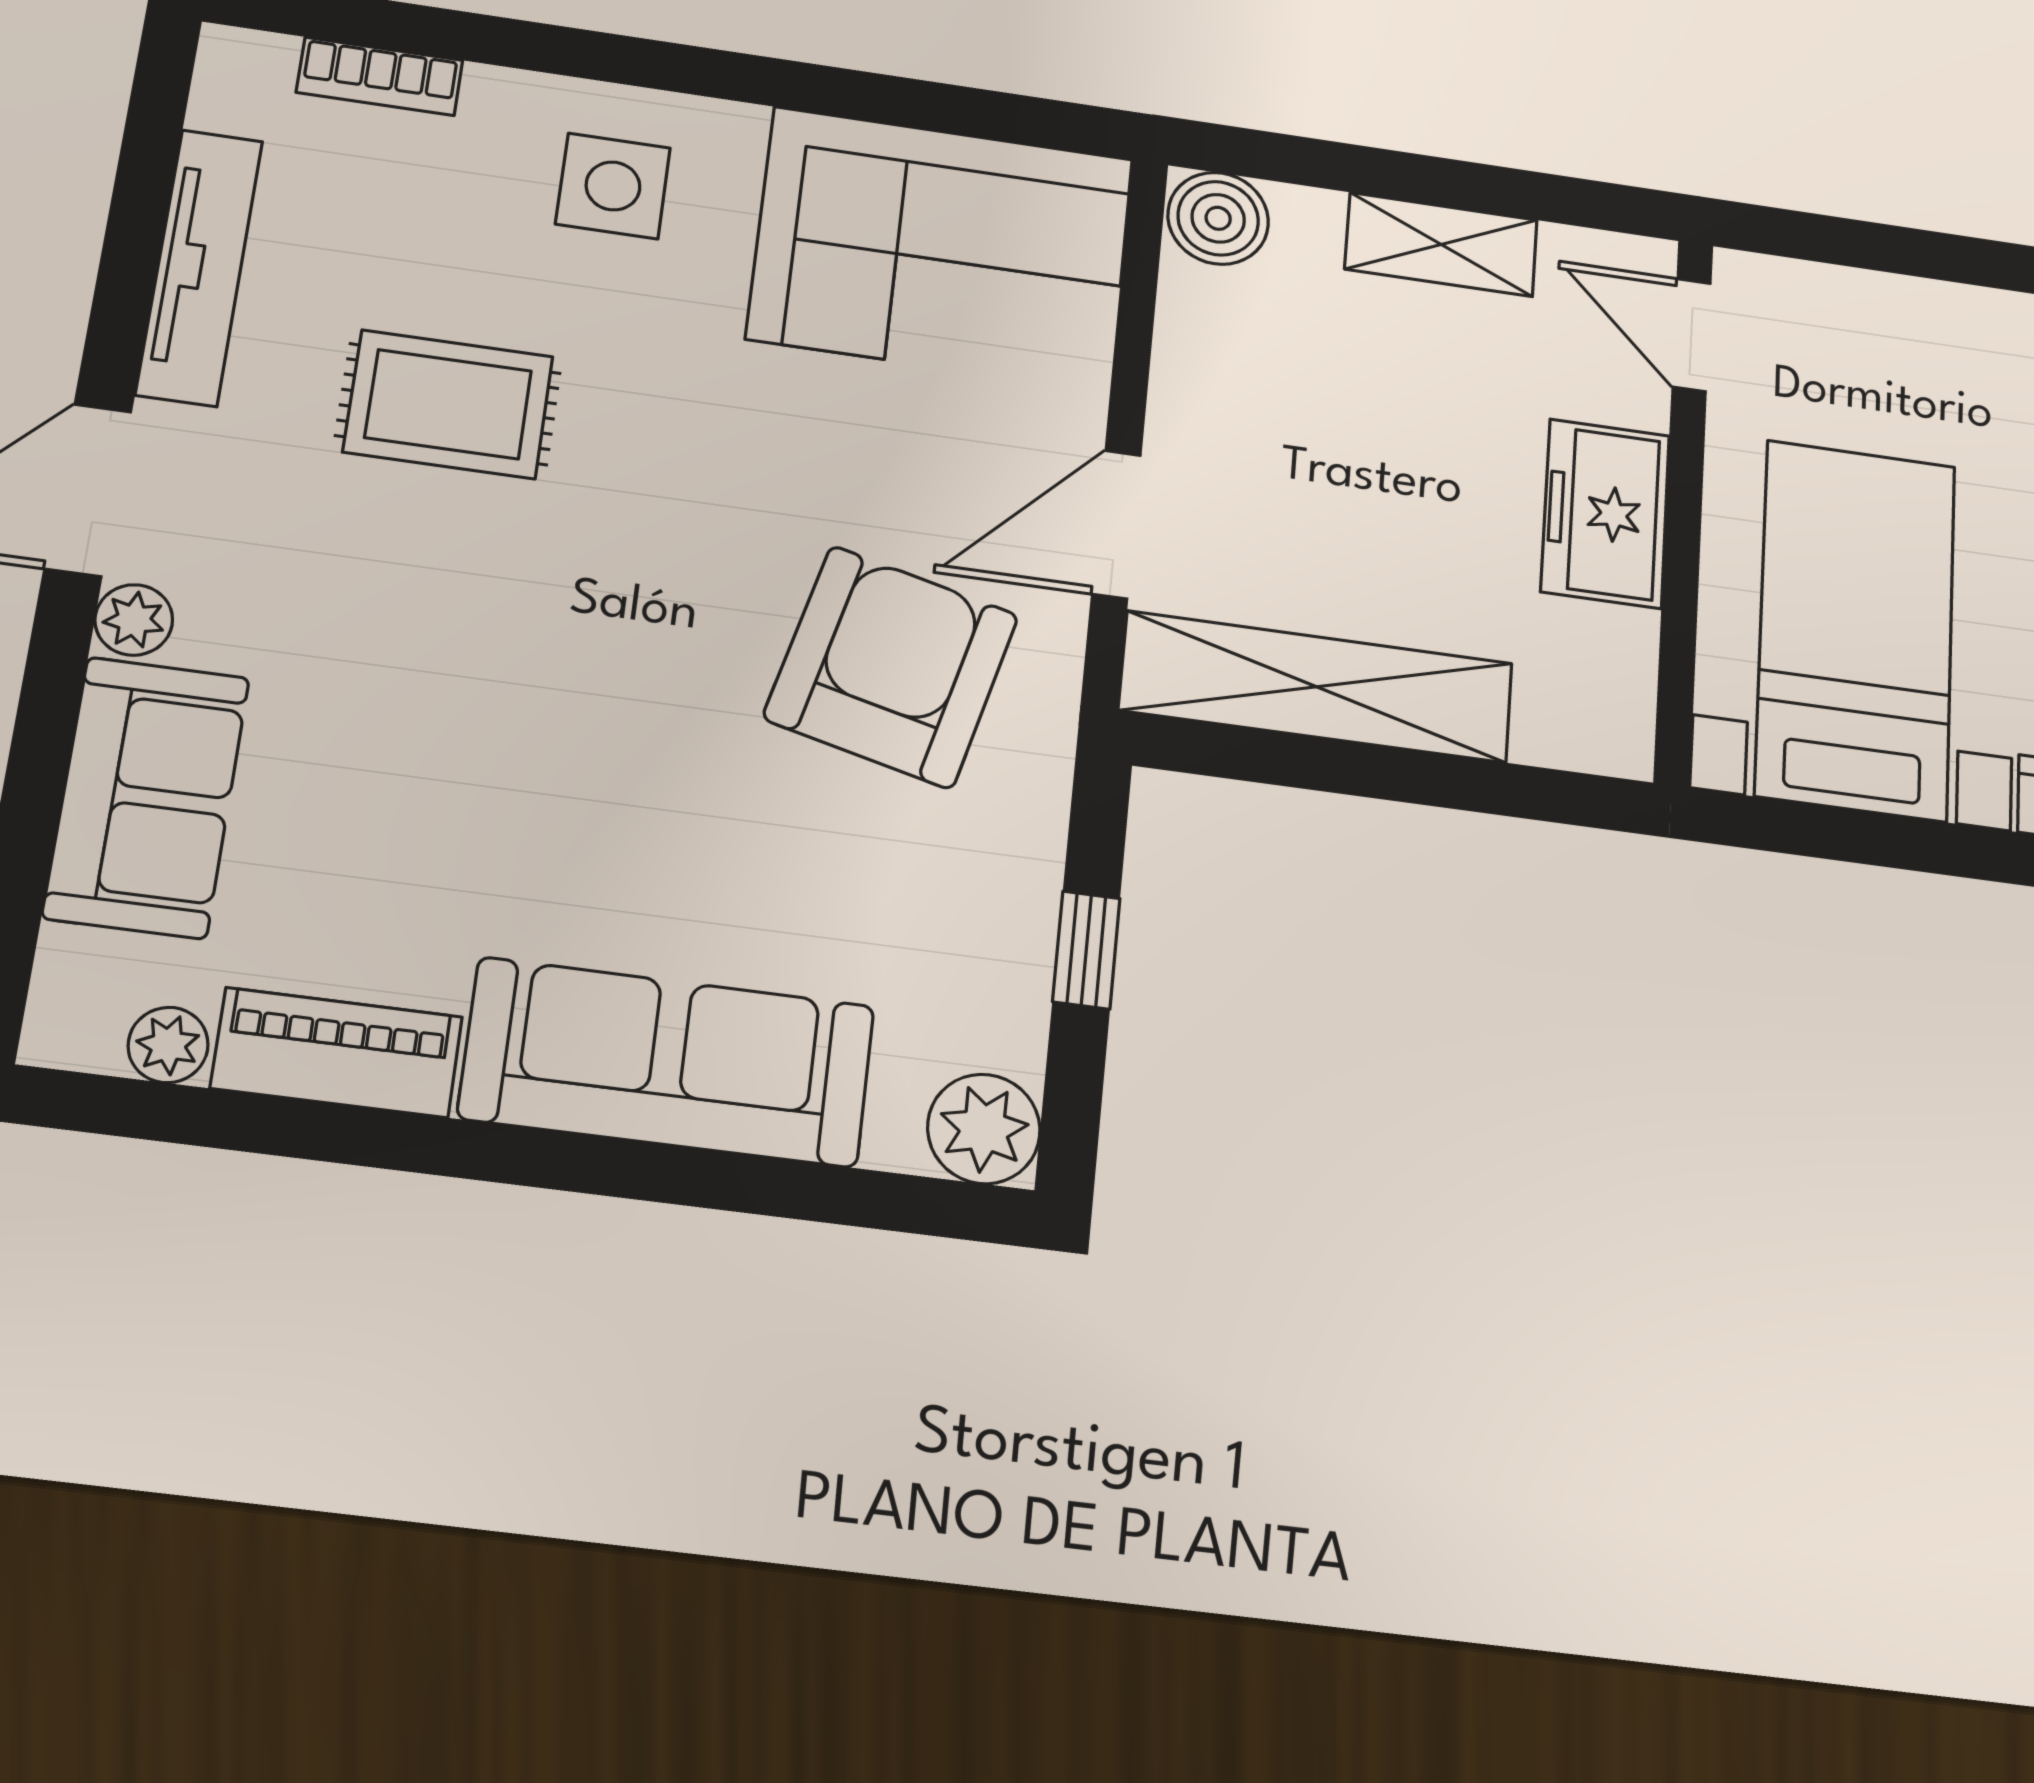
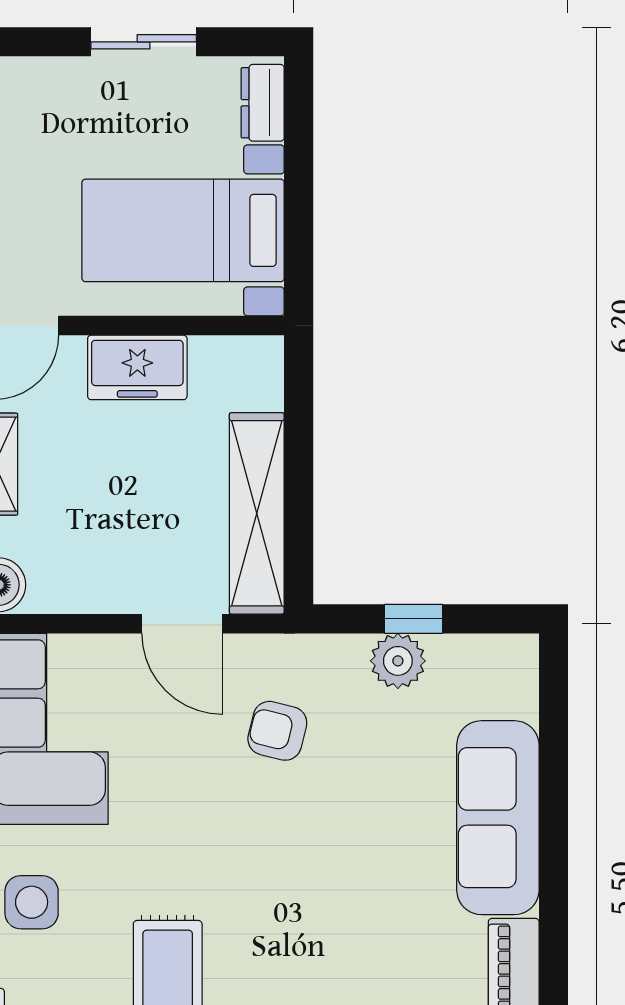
armchair: (891, 667) -> (277, 731), width x0.53, depth x0.53
plant: (984, 1129) -> (398, 661), moved

